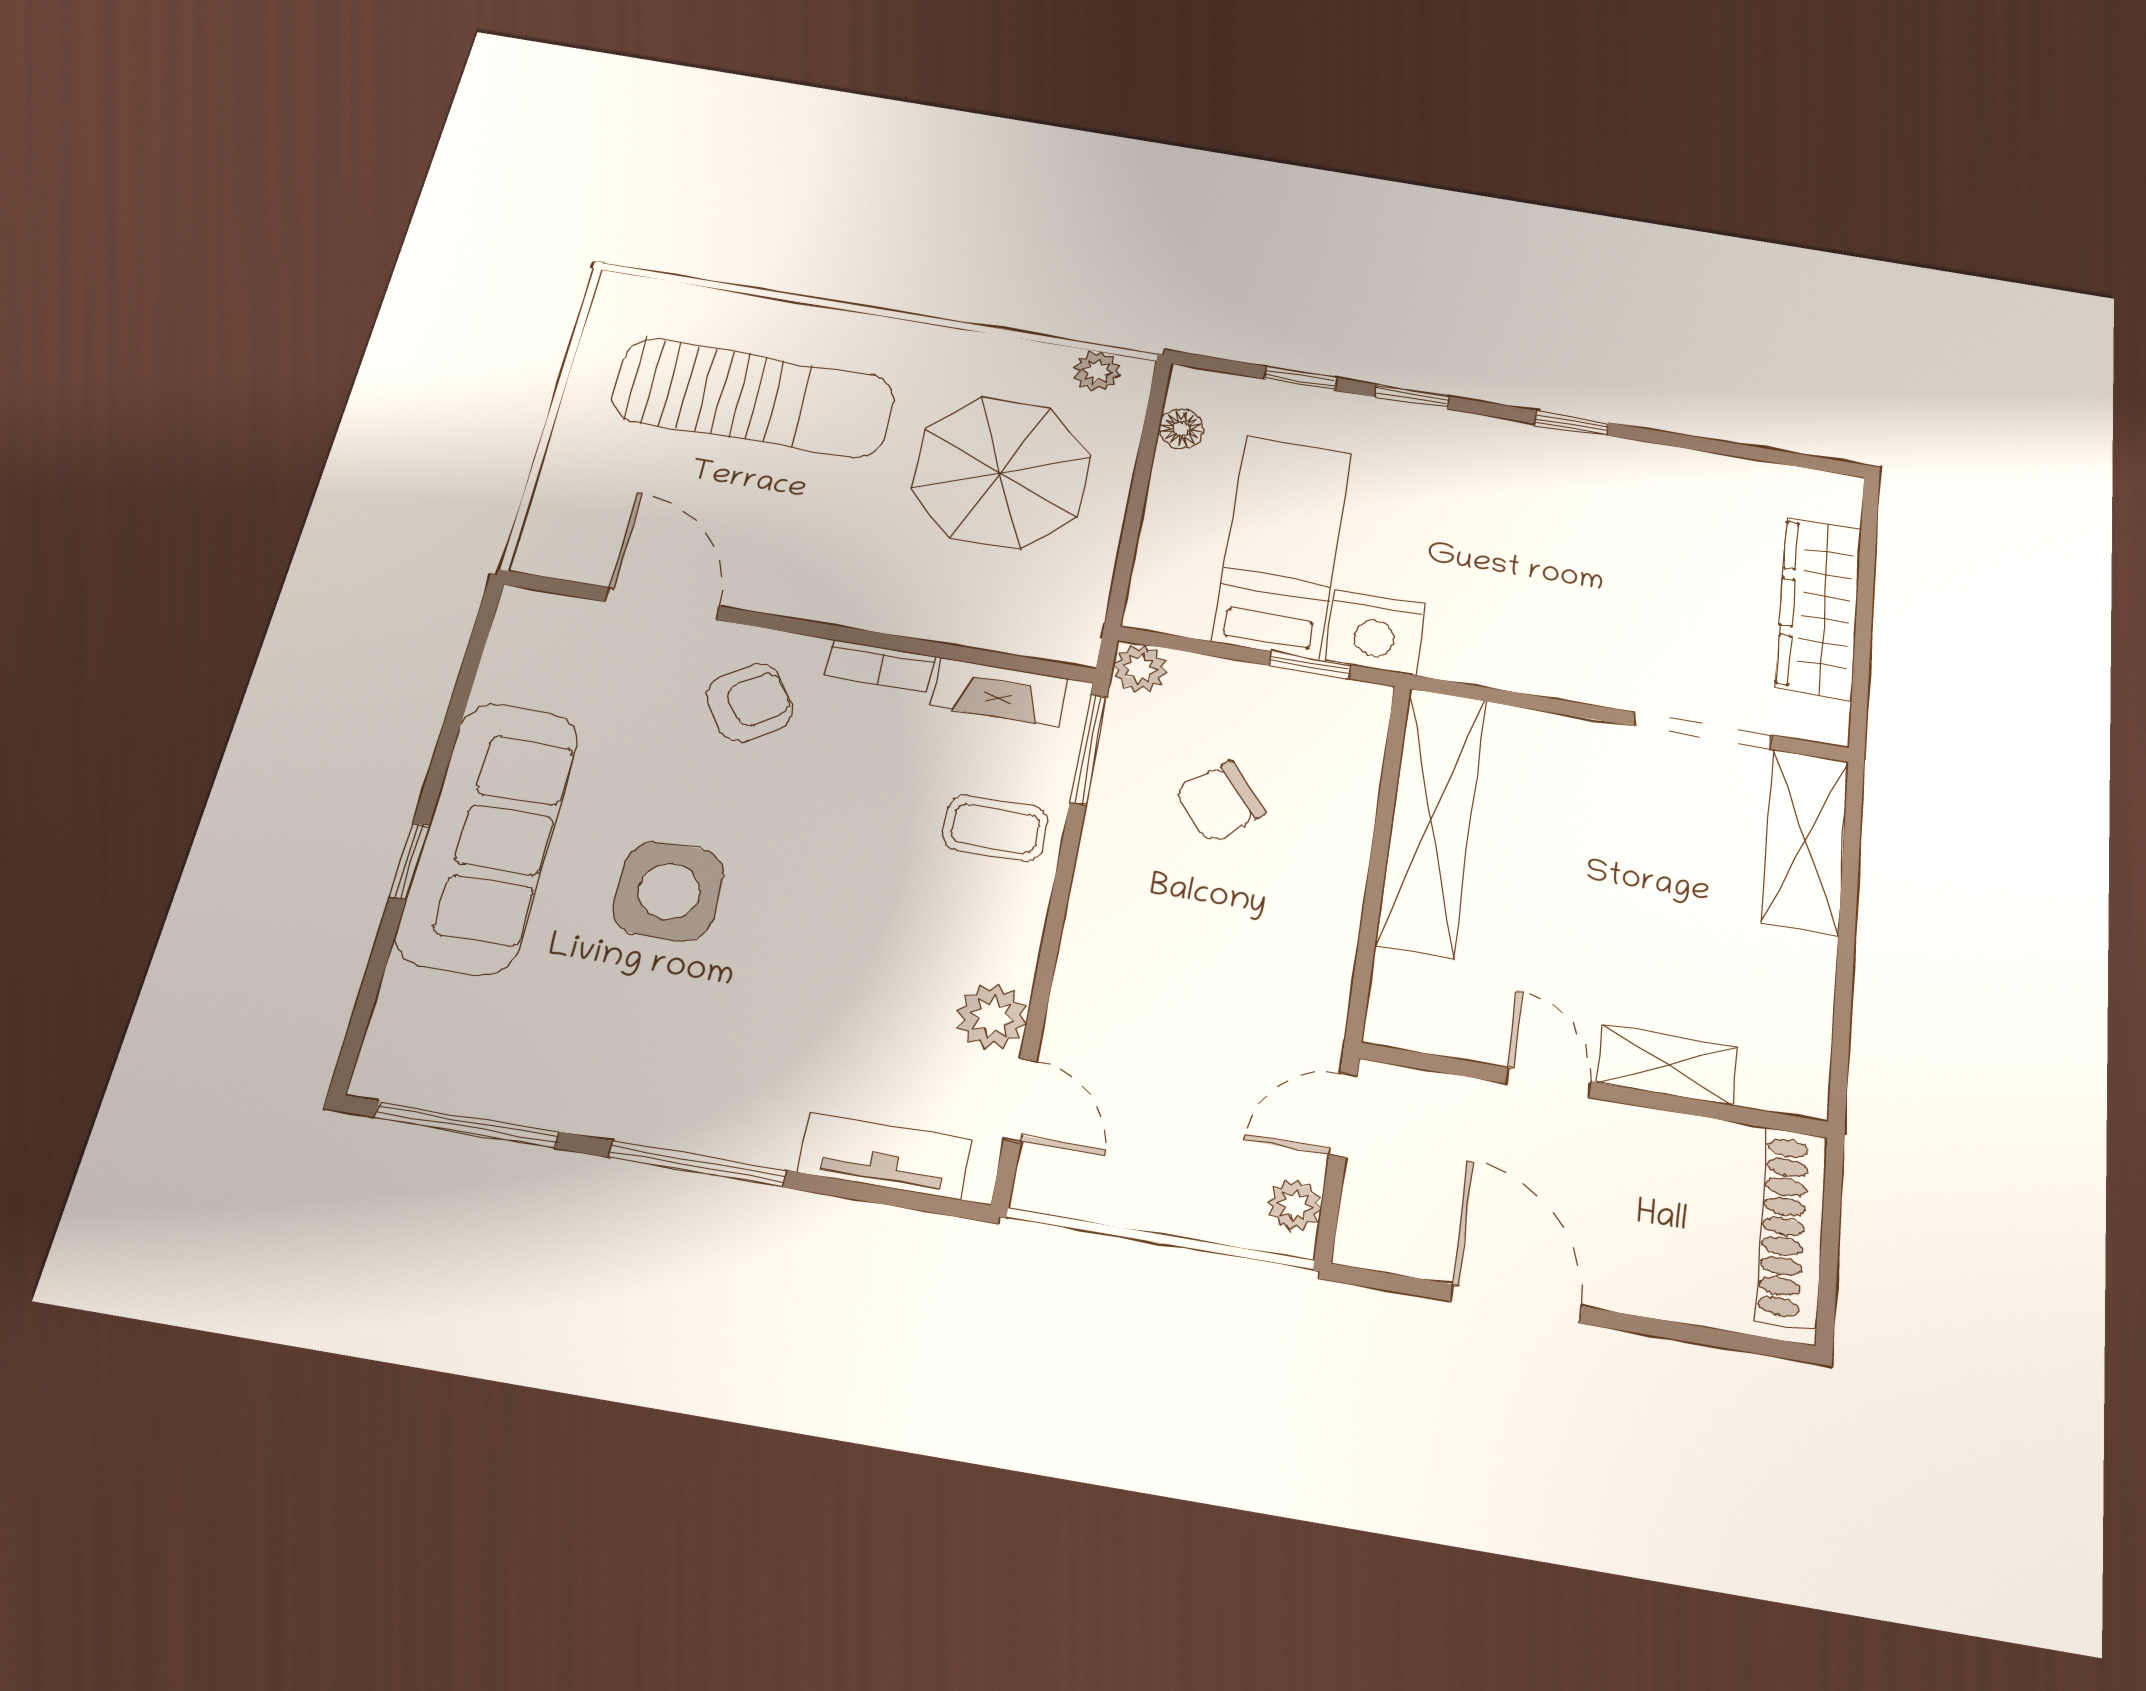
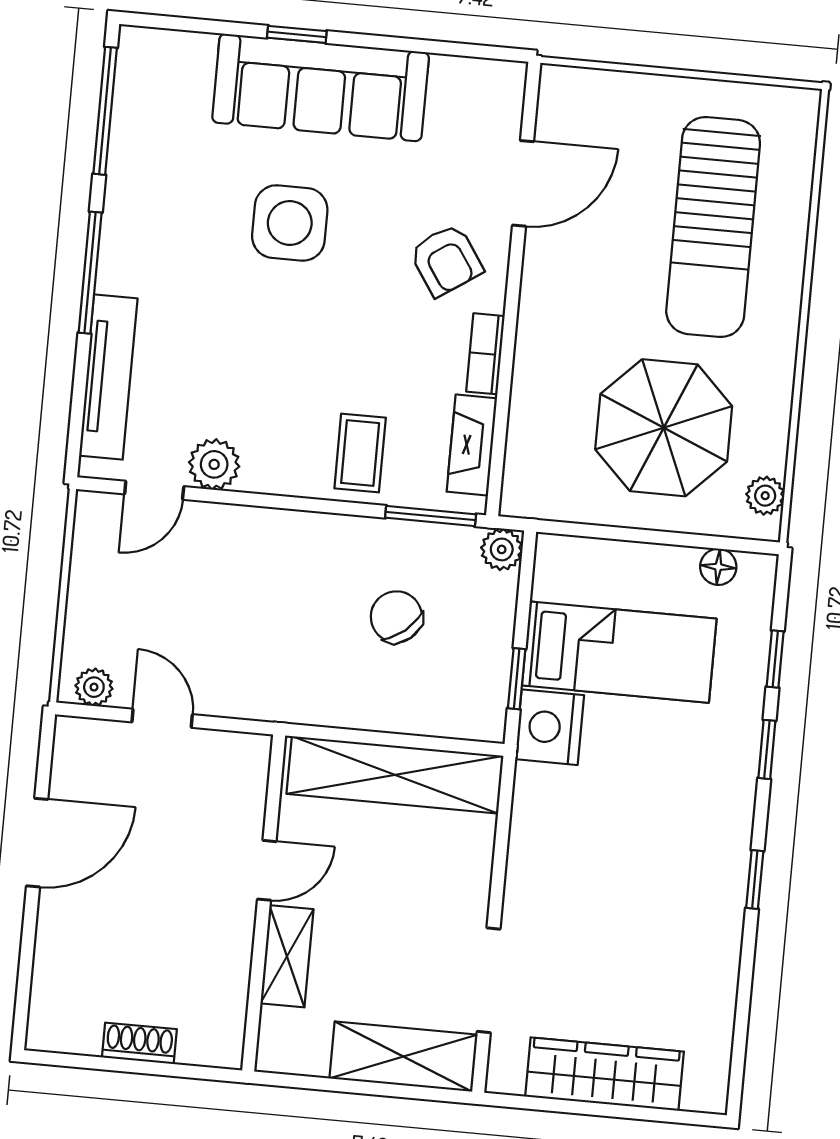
shelving: (1667, 1065) -> (287, 956), moved
door: (1548, 1083) -> (267, 870), moved
wall: (1594, 1090) -> (264, 903), moved
tv unit: (885, 1156) -> (108, 377), width x1.41
shoe rack: (1791, 1228) -> (139, 1043), width x0.51, depth x0.81

